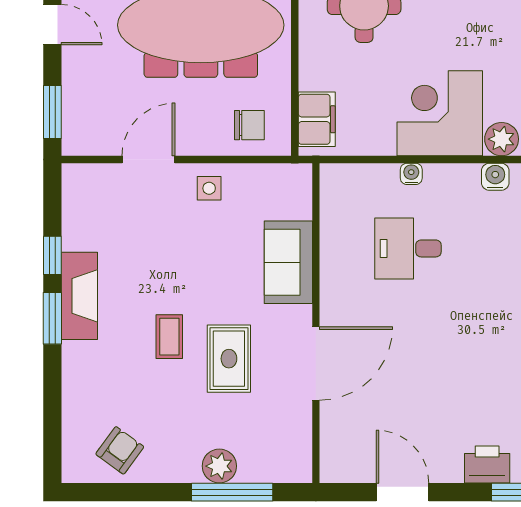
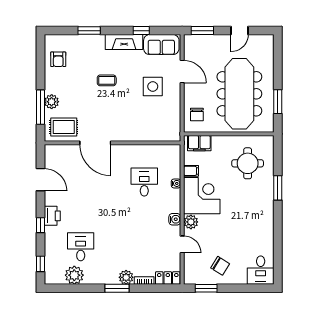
filing cabinet: (382, 139) -> (191, 171), added
side table: (209, 188) -> (153, 86), moved, width x1.87, depth x1.87
sofa: (288, 262) -> (161, 45), moved, turned 180
window: (52, 318) -> (89, 31), moved
rug: (229, 359) -> (64, 127), moved
armchair: (120, 450) -> (58, 59), turned 54
door: (403, 492) -> (40, 180), hinge flipped

